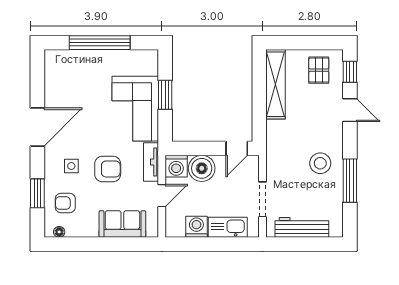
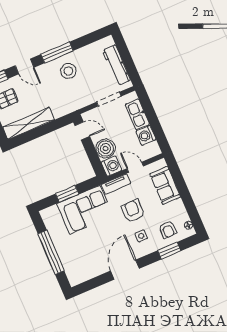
door: (350, 110) -> (25, 66), swing flipped
door: (37, 127) -> (125, 270), hinge flipped
window: (350, 181) -> (57, 53), moved

